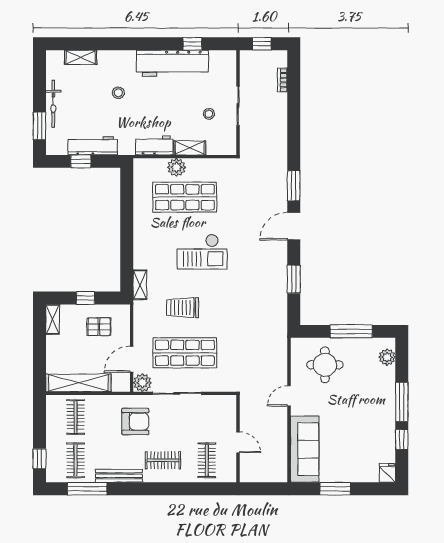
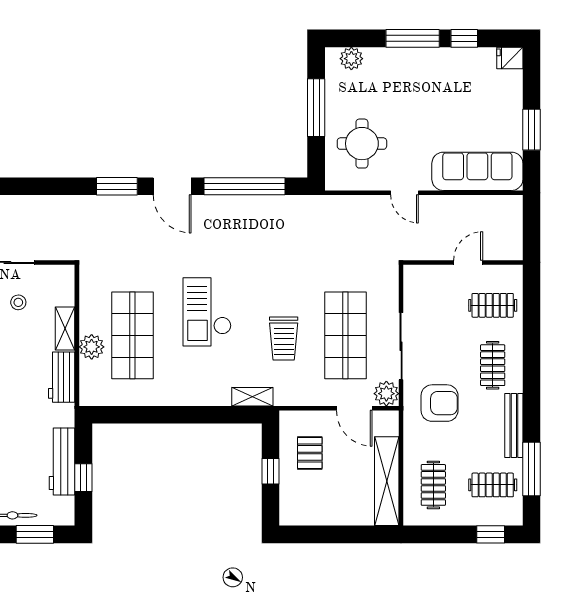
checkout: (202, 252) -> (207, 312), turned 180
window: (294, 279) -> (245, 186), width x2.11
shelving: (53, 319) -> (300, 516), removed
clothes rail: (76, 417) -> (433, 485), turned 90
armchair: (135, 422) -> (440, 403), turned 90

